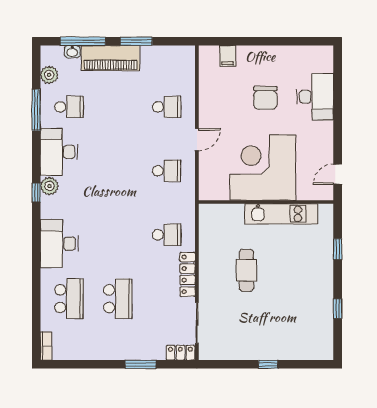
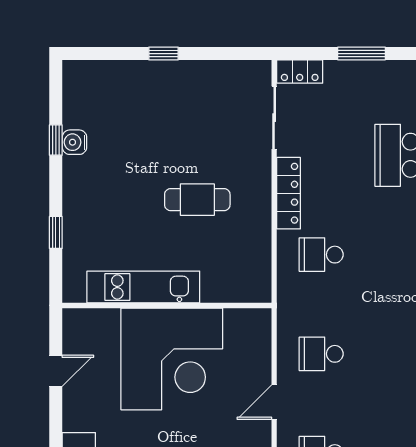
door: (338, 174) -> (56, 371), moved
cafe table: (246, 270) -> (197, 200), turned 90
water cooler: (326, 307) -> (74, 142), added

